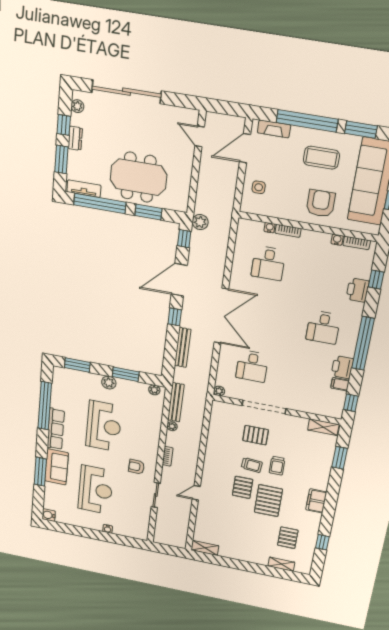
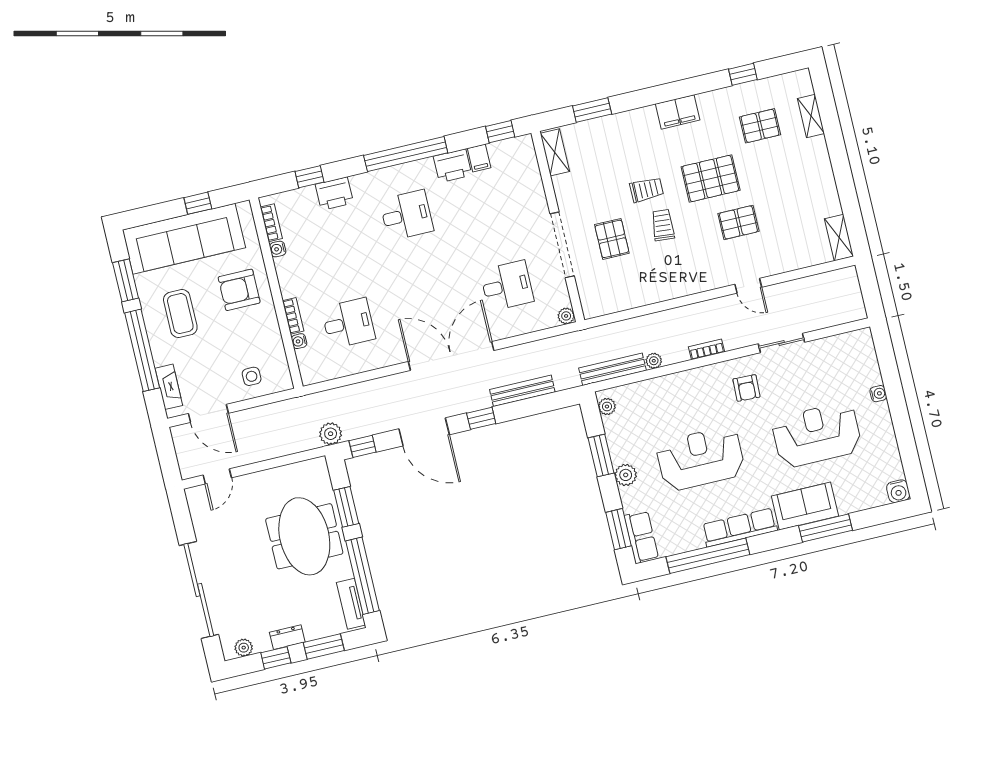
row of seats: (68, 375) -> (641, 537), added
pallet: (243, 487) -> (738, 222), moved

